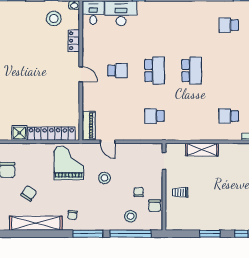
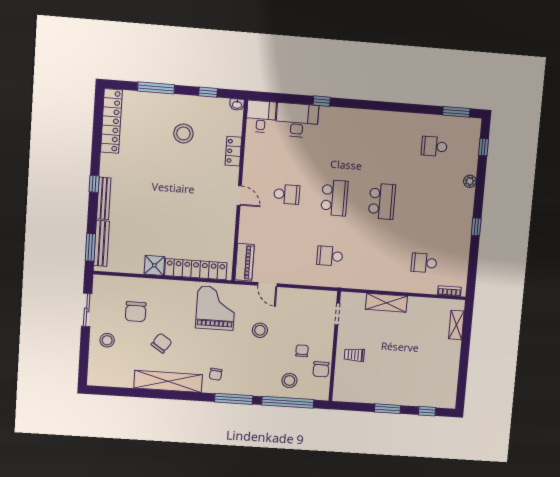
stool: (54, 19) -> (183, 133), moved

